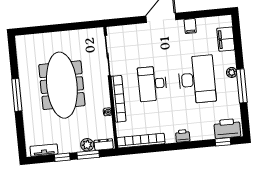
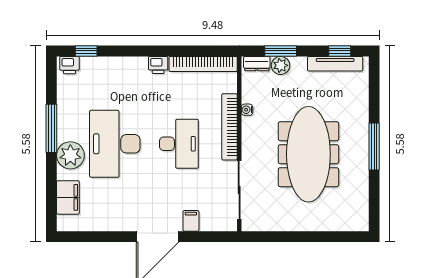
filing cabinet: (190, 26) -> (191, 221), moved
plant: (232, 72) -> (70, 155), width x1.87, depth x1.87
printer: (227, 129) -> (70, 65), width x0.53, depth x0.68
printer: (183, 136) -> (158, 65), moved
tv unit: (44, 150) -> (335, 64), width x1.41
window: (62, 157) -> (340, 51), moved

